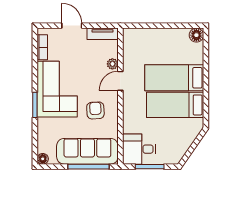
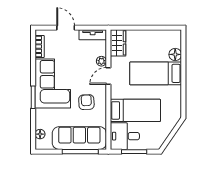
floor lamp: (196, 35) -> (175, 54), moved
wardrobe: (131, 43) -> (118, 43), added
bed: (175, 105) -> (135, 110), moved, turned 180
floor lamp: (43, 159) -> (40, 134), moved

